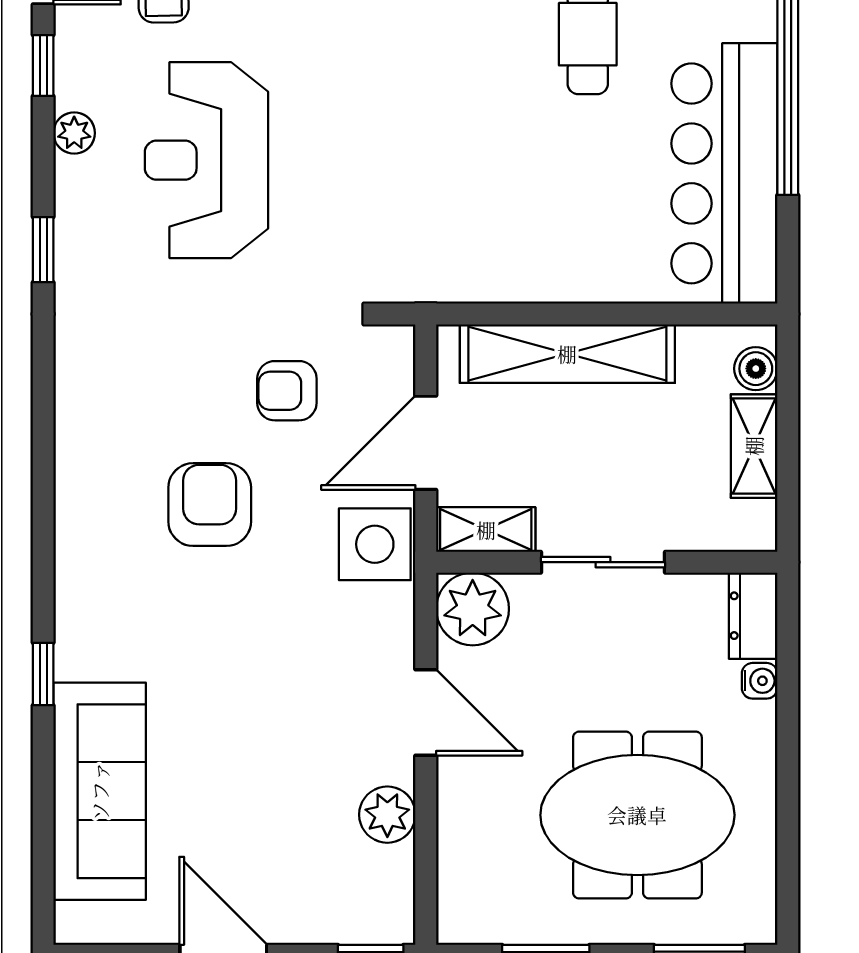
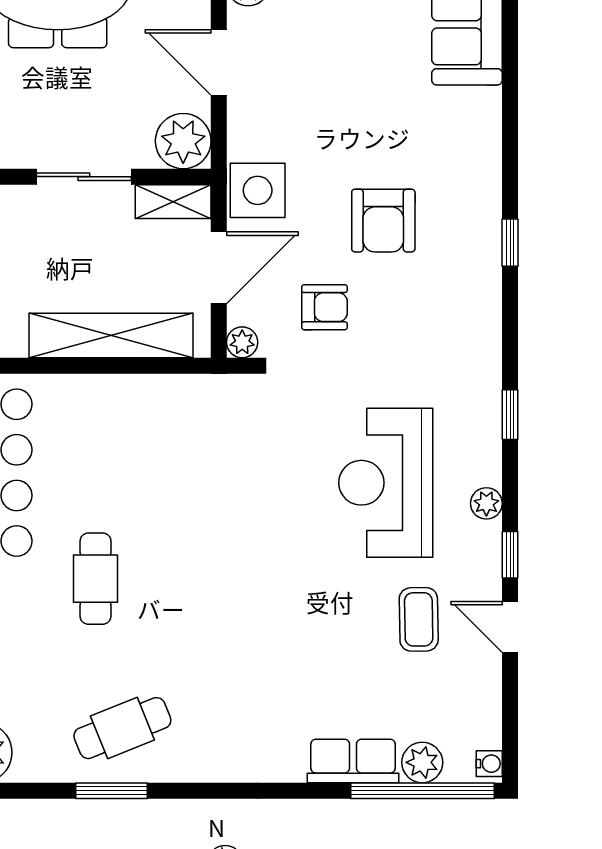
reception desk: (206, 160) -> (386, 483), turned 180
plant: (395, 345) -> (242, 342), added
window: (43, 674) -> (510, 243), moved

